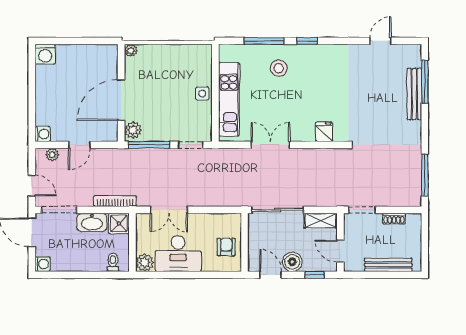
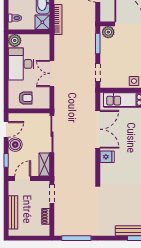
fridge: (324, 132) -> (107, 157), moved
window: (149, 145) -> (98, 43), width x0.69
double door: (270, 145) -> (98, 129), width x1.37
double door: (169, 210) -> (52, 73), moved

